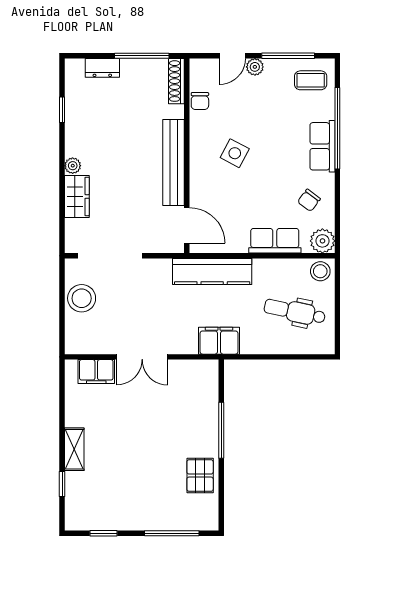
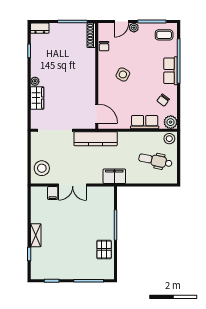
dresser: (102, 68) -> (40, 28), moved
bench: (173, 162) -> (90, 80), removed
kitchen counter: (212, 272) -> (96, 139), moved
stool: (82, 298) -> (42, 168), moved
filing cabinet: (96, 372) -> (53, 193), width x0.50

